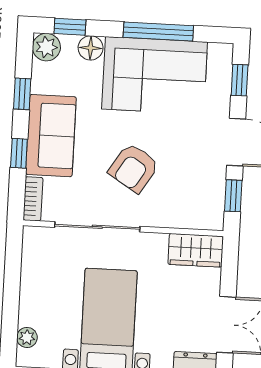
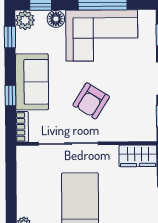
window: (22, 94) -> (10, 37), moved

